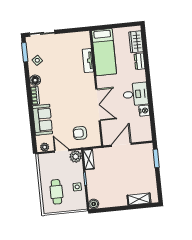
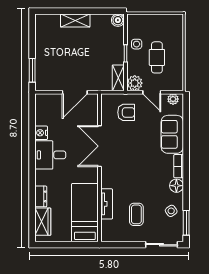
coffee table: (64, 55) -> (136, 214), added
cafe table: (56, 192) -> (157, 57), moved
shelving: (139, 199) -> (75, 20), moved

